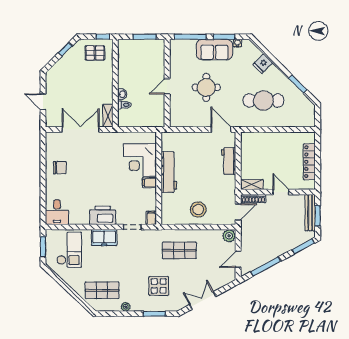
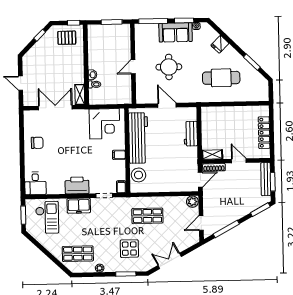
door: (221, 129) -> (167, 105), moved
corner desk: (140, 160) -> (104, 124), moved, turned -90
workbench: (169, 172) -> (138, 138), width x1.36, depth x1.32
stool: (198, 210) -> (139, 175), moved

